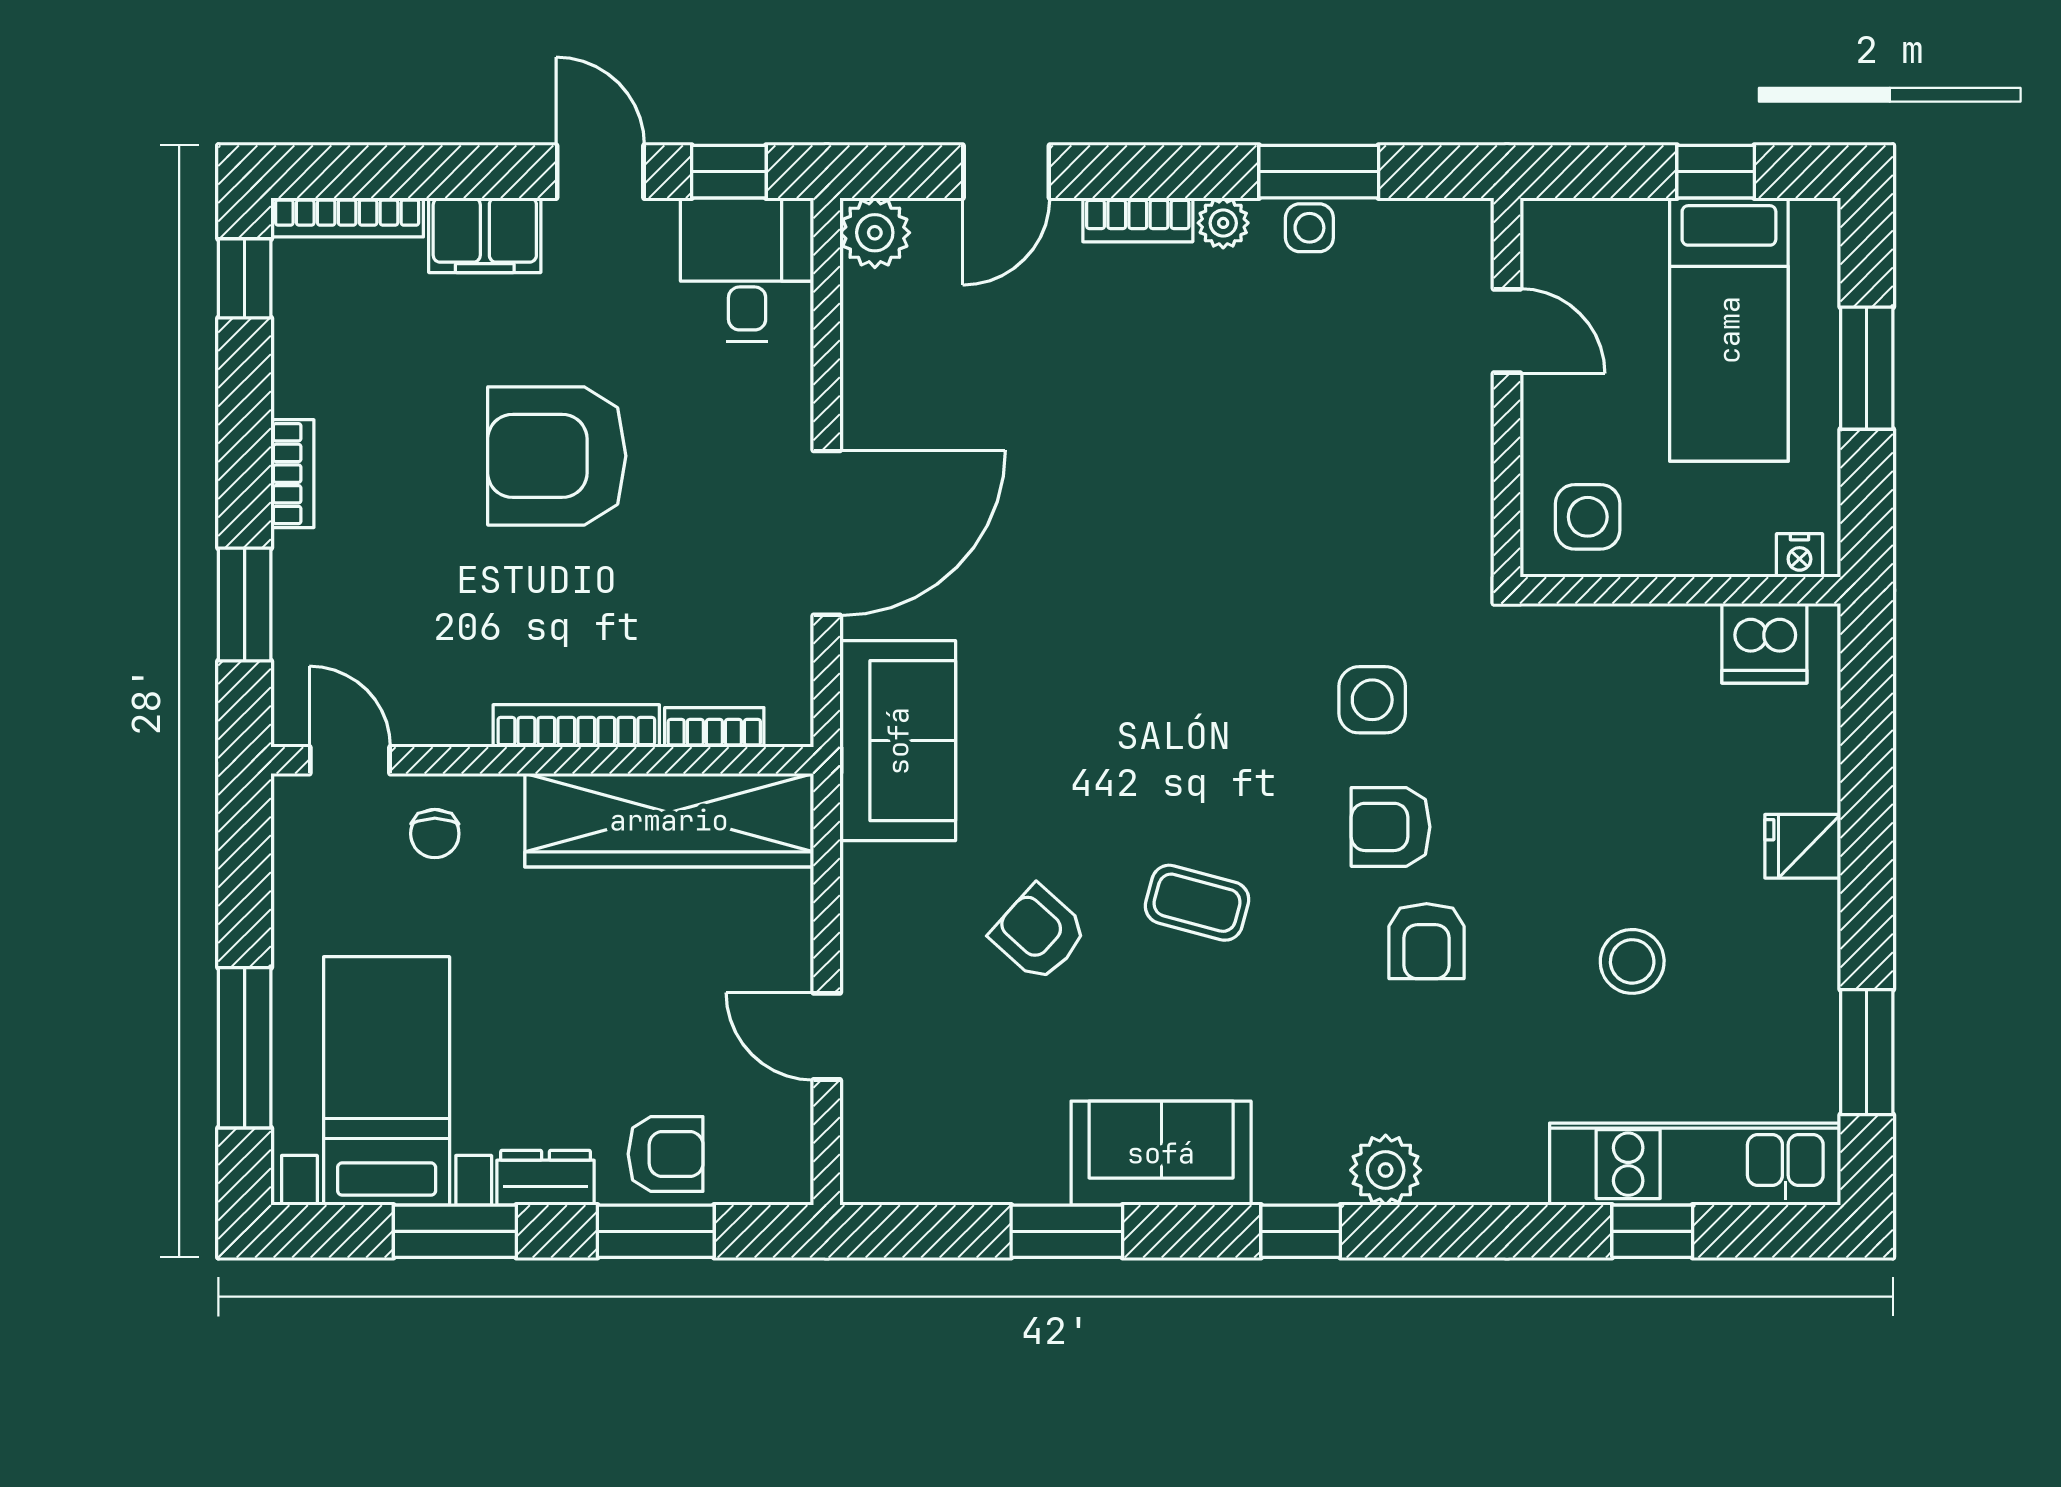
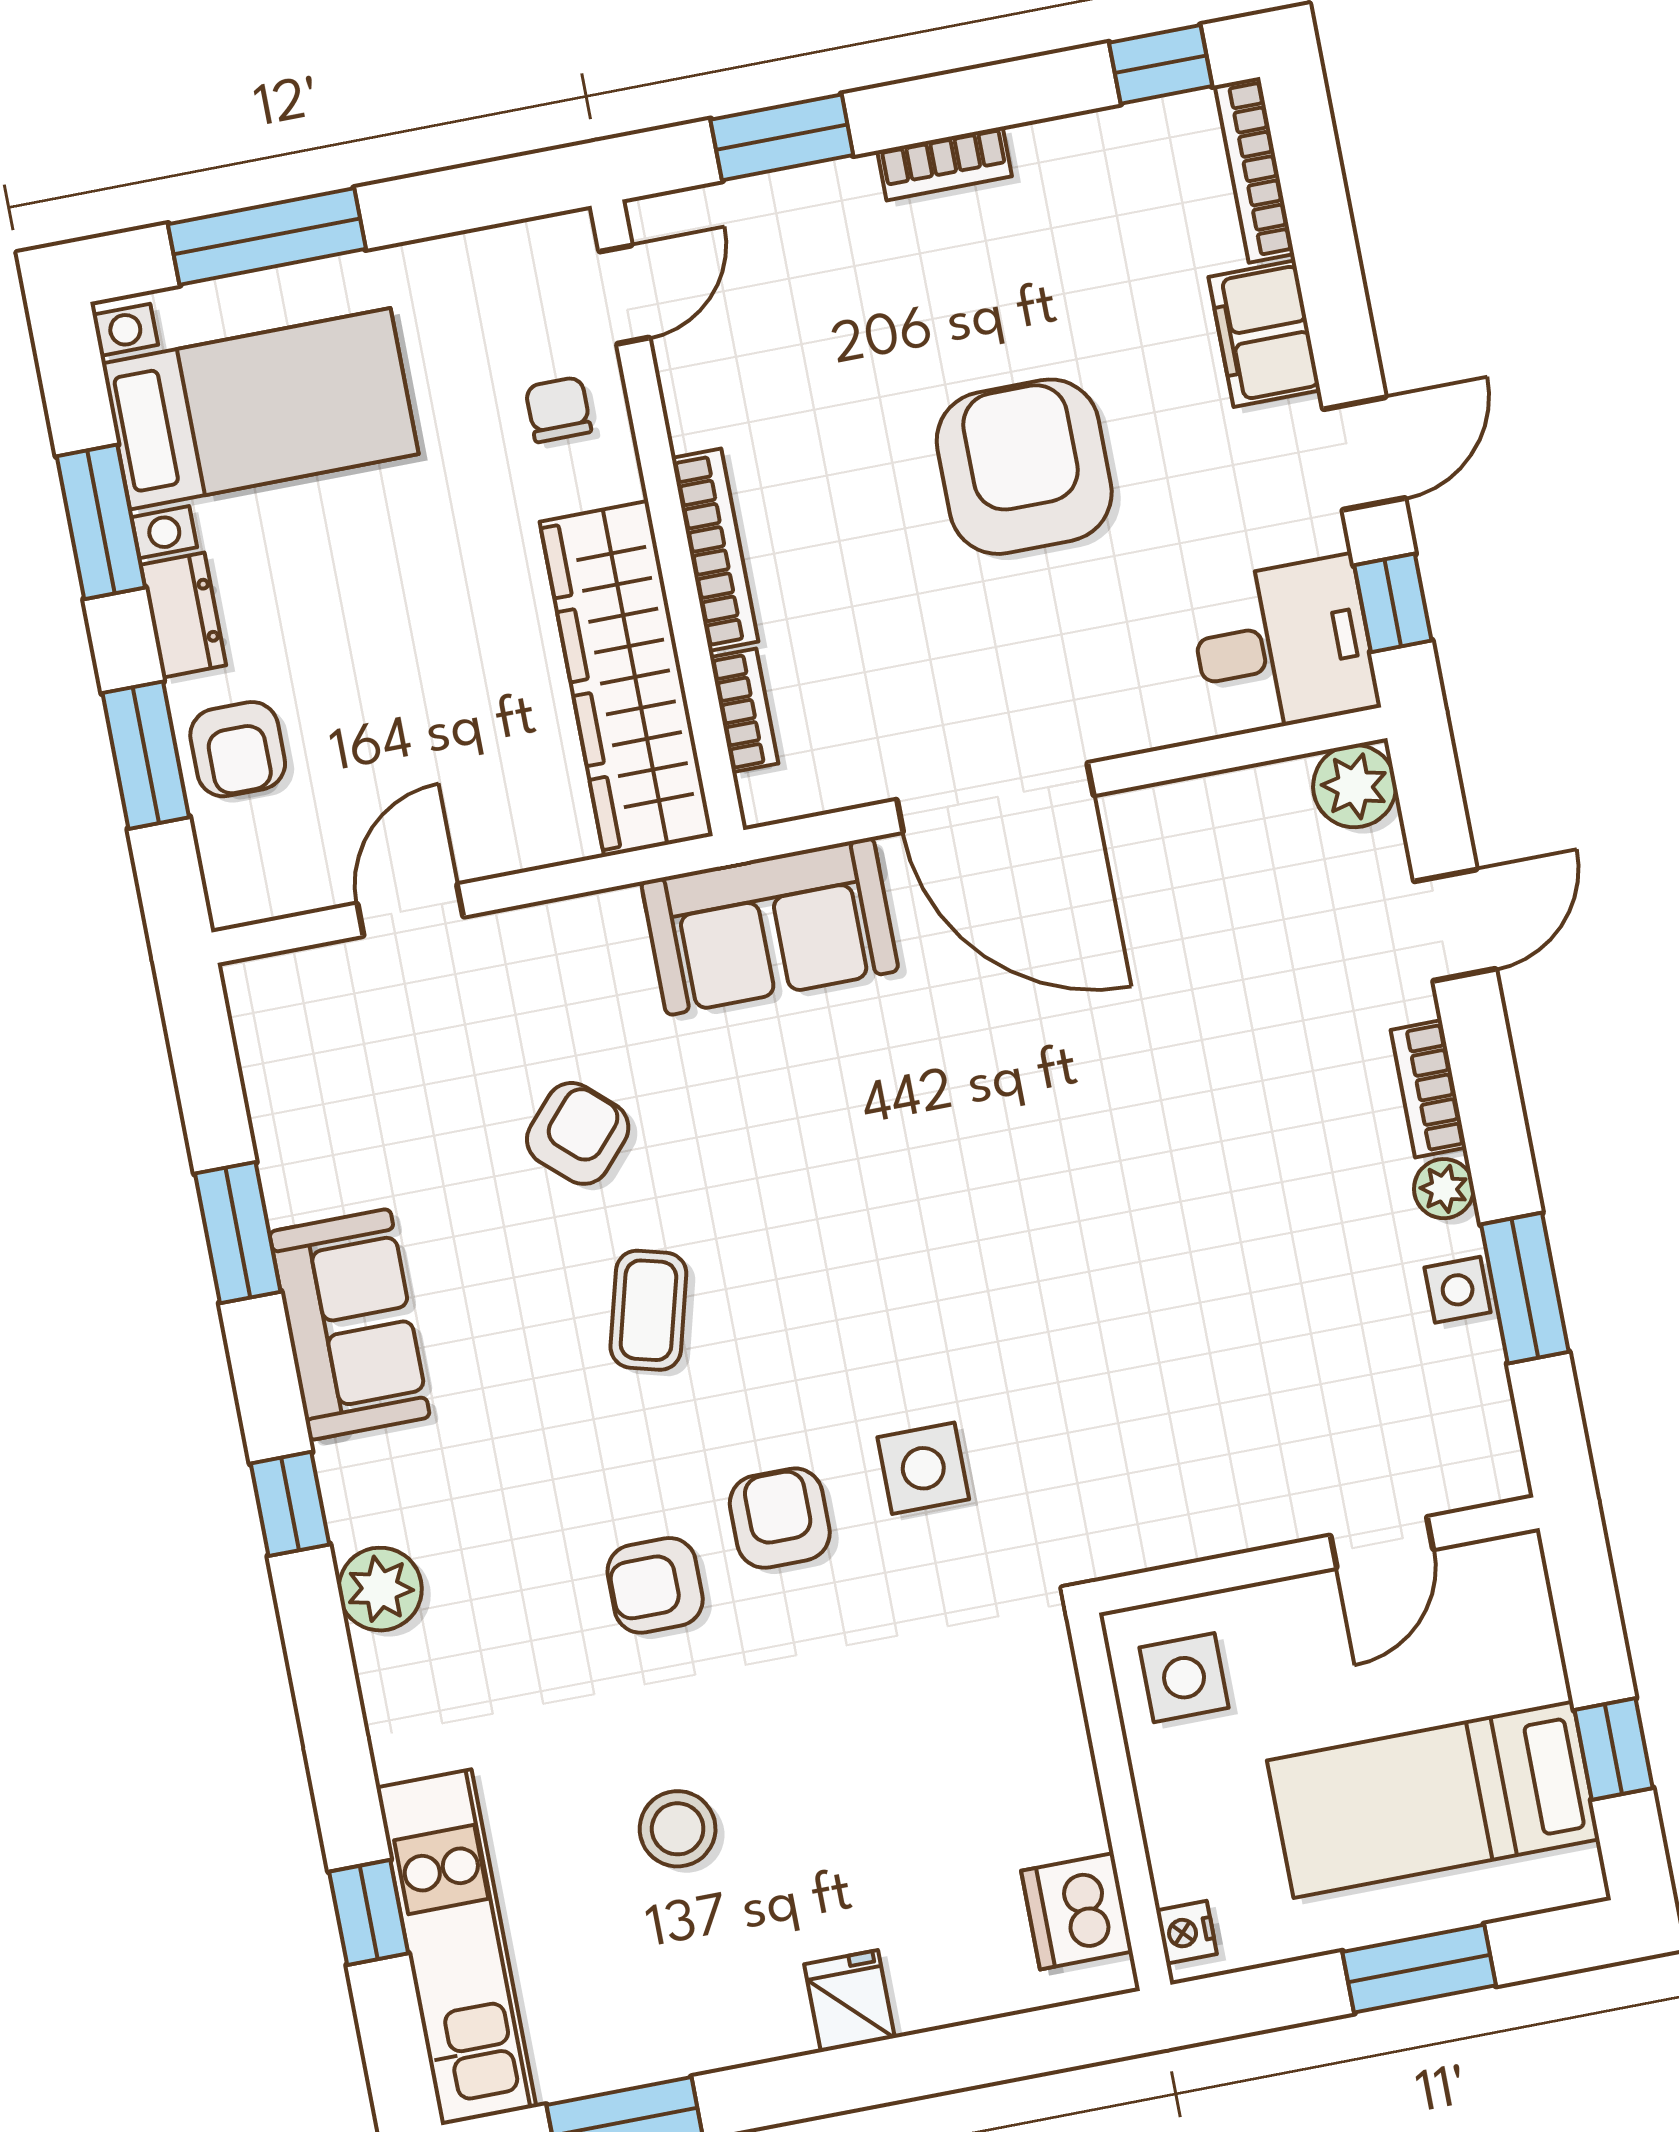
door: (1006, 172) -> (1455, 925), swing flipped
chair: (435, 834) -> (558, 409), turned 90

